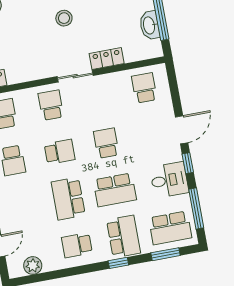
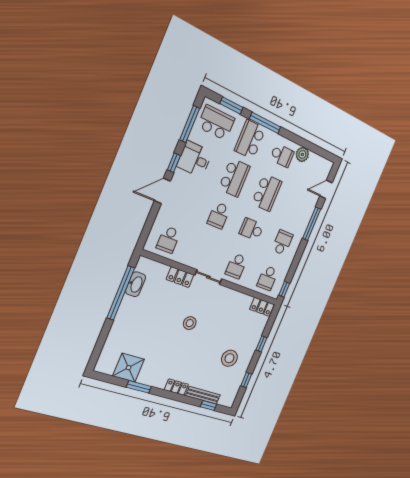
school desk: (115, 190) -> (234, 178), turned 90
window: (118, 263) -> (265, 123), width x2.17
plant: (33, 266) -> (302, 154), moved

